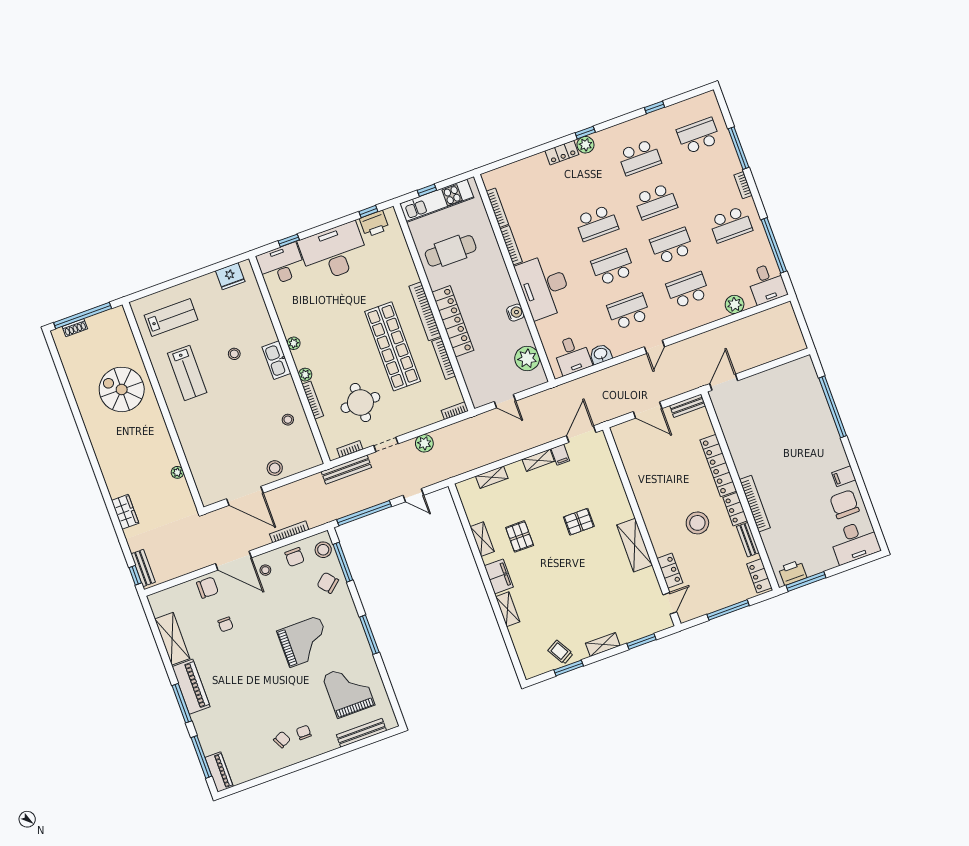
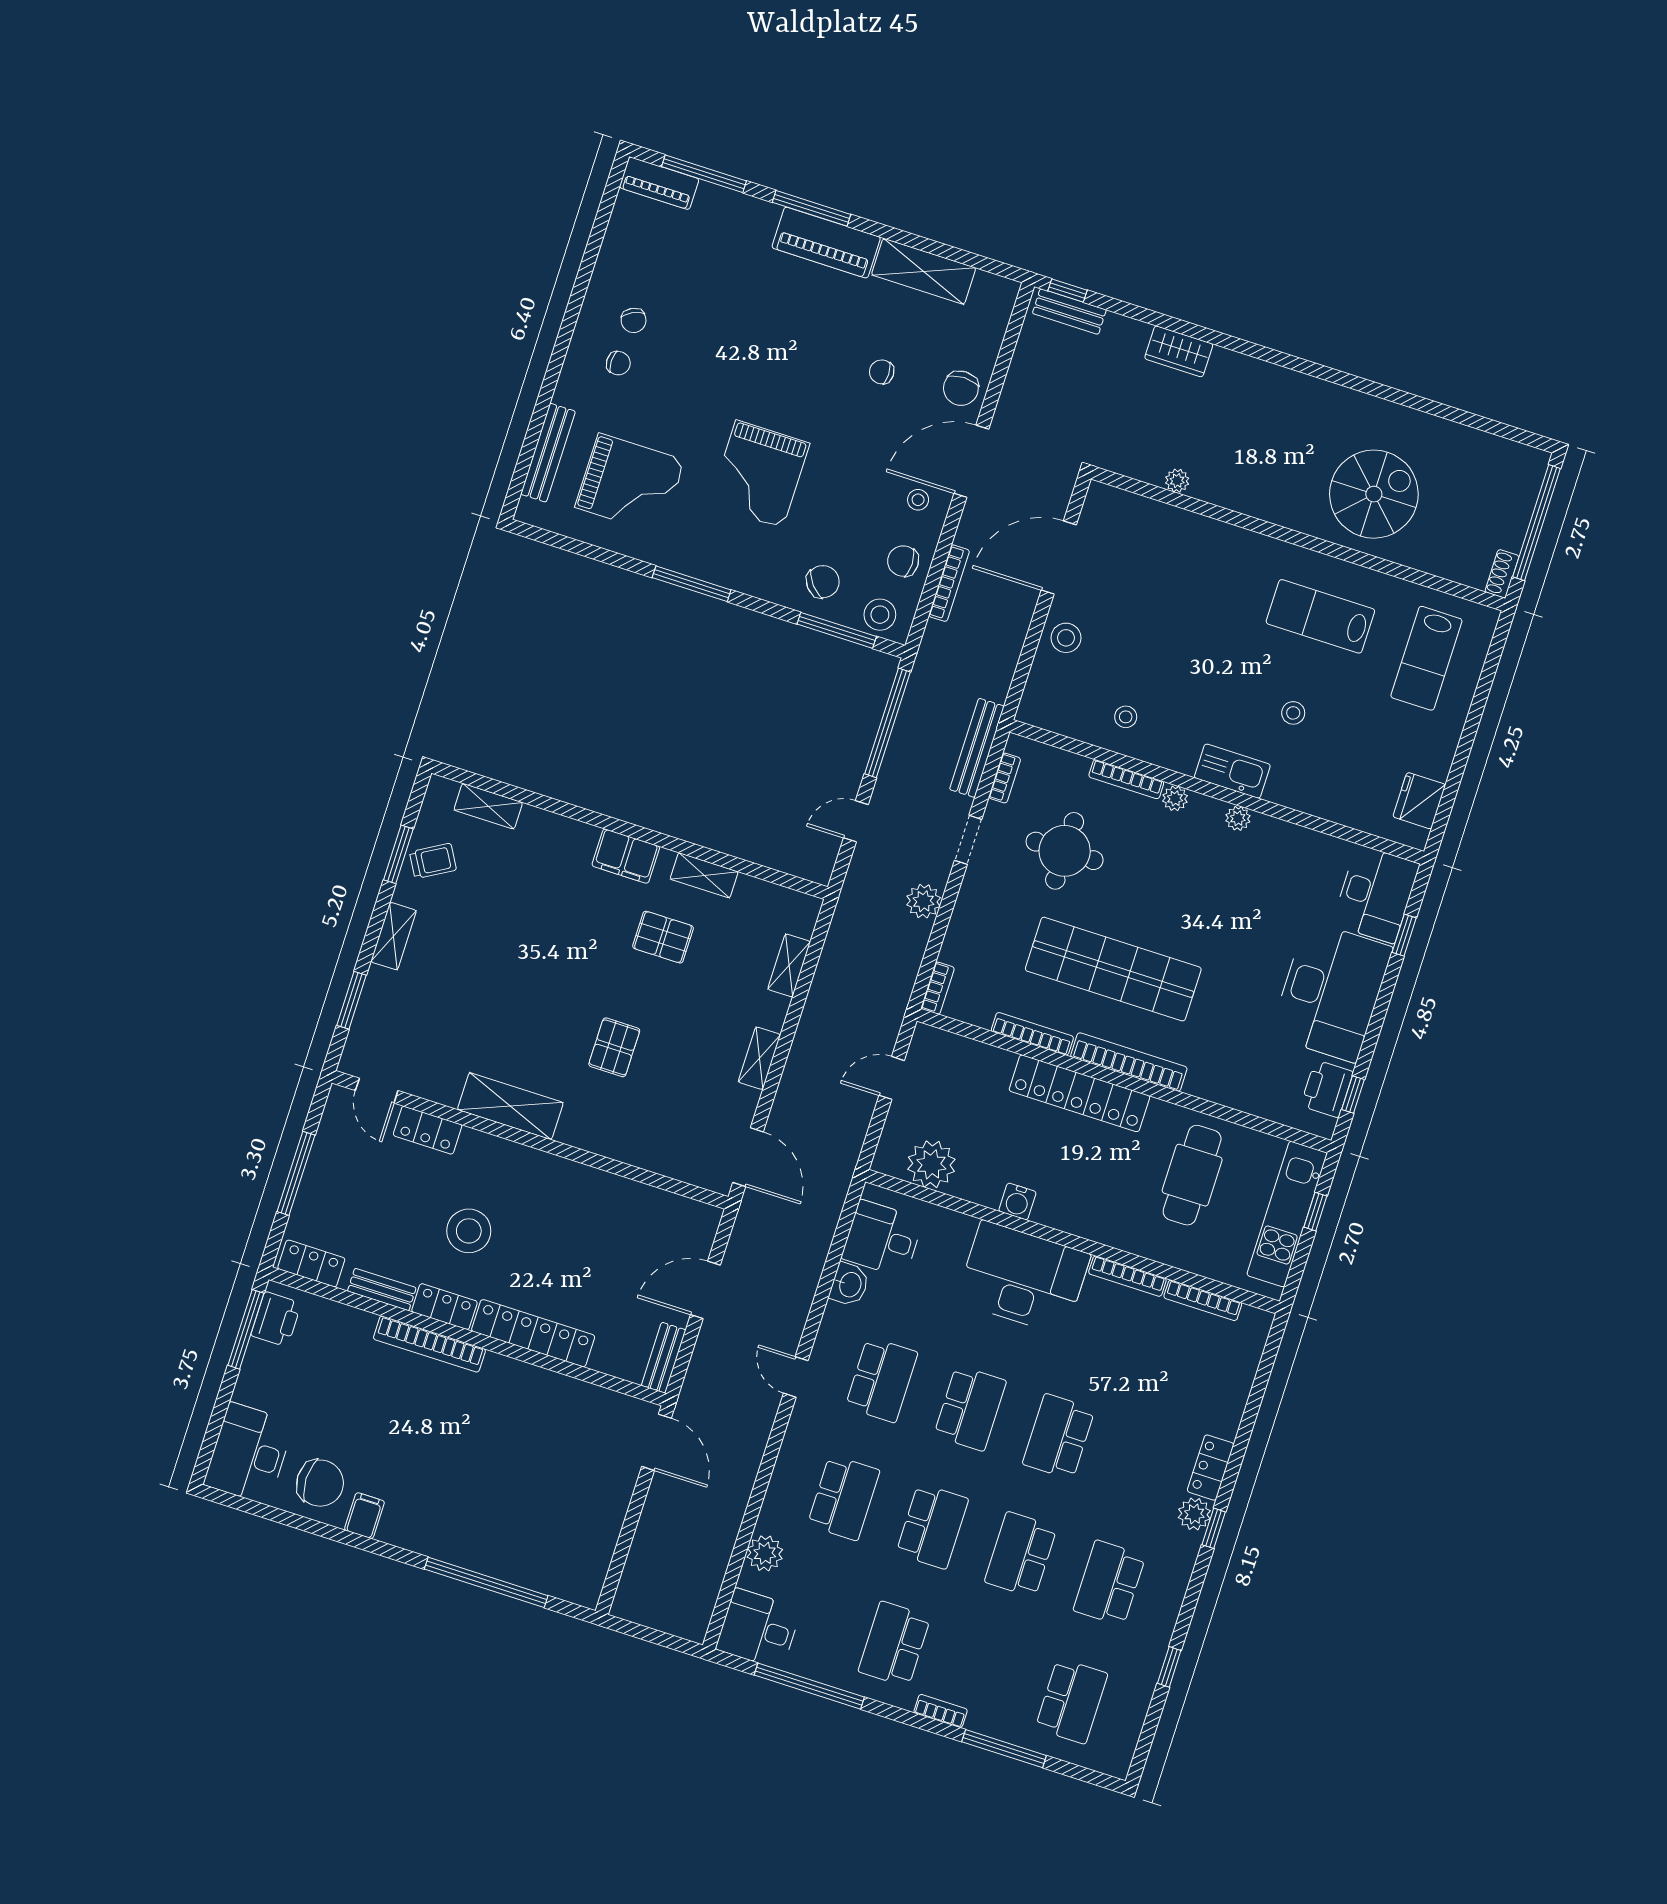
shoe rack: (75, 328) -> (1502, 574), moved
filing cabinet: (560, 455) -> (741, 1100), removed
shelving: (508, 609) -> (488, 806), moved

